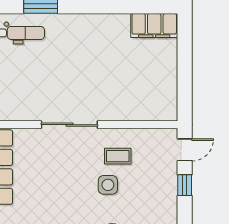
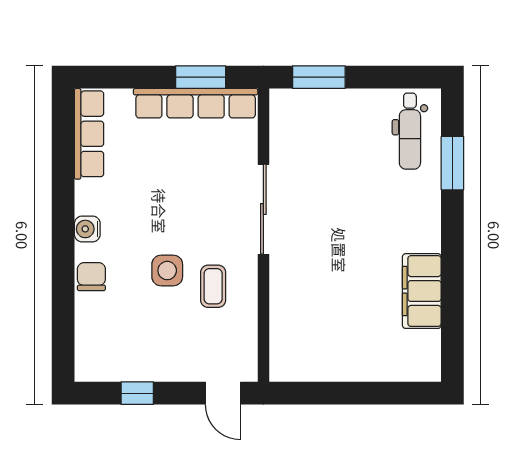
filing cabinet: (154, 26) -> (422, 291), moved
window: (185, 185) -> (137, 393), moved

